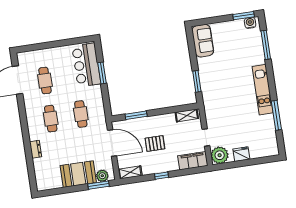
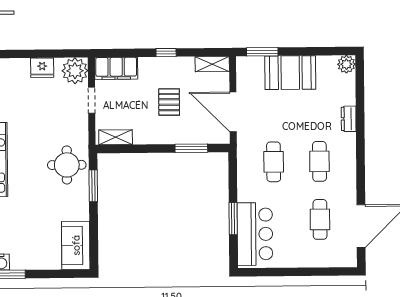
round table: (216, 93) -> (67, 165), added
pallet: (155, 143) -> (169, 102), turned 90
plant: (102, 176) -> (346, 64), moved

